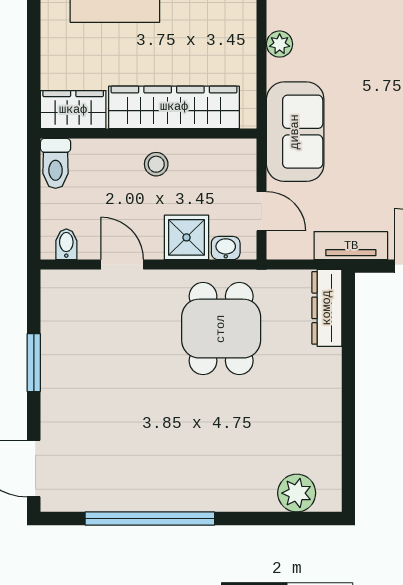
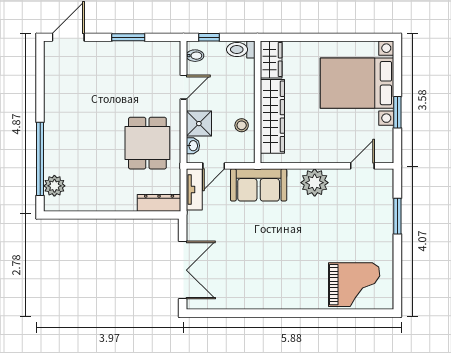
plant: (280, 44) -> (315, 183), width x1.87, depth x1.87
stool: (156, 164) -> (242, 125), moved
window: (34, 219) -> (209, 37), added
tv unit: (351, 246) -> (194, 189), moved
dining table: (221, 329) -> (147, 143), turned 90
window: (150, 519) -> (40, 159), moved

